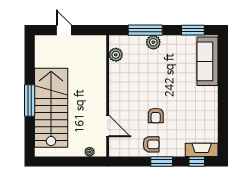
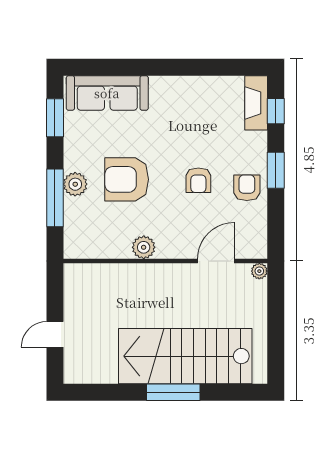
plant: (116, 55) -> (144, 247), moved
armchair: (156, 73) -> (127, 179), added
armchair: (156, 116) -> (198, 180), turned 90
plant: (90, 152) -> (259, 271), moved

